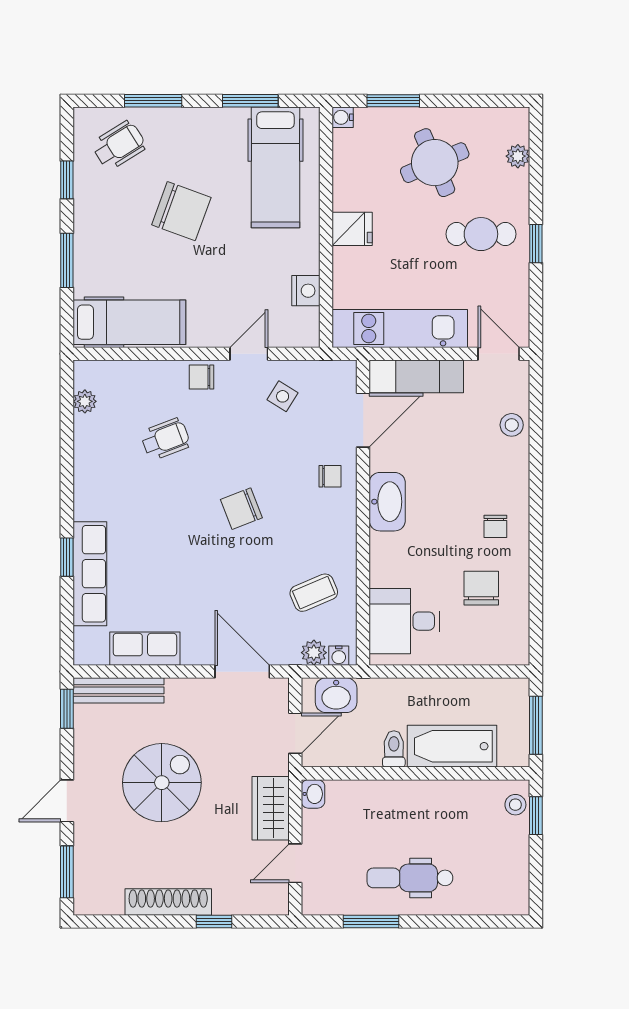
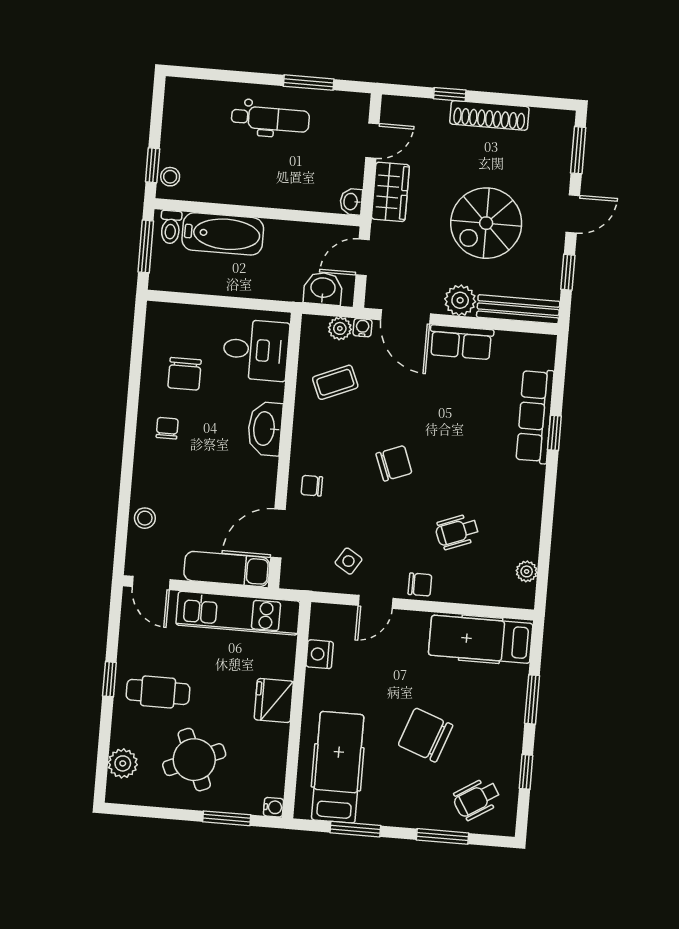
plant: (518, 156) -> (123, 763), width x1.38, depth x1.38
fridge: (352, 229) -> (274, 700), width x1.38
washbasin: (387, 502) -> (265, 429), moved
row of seats: (145, 649) -> (461, 342), moved
water cooler: (339, 656) -> (363, 328), moved
plant: (183, 695) -> (460, 300), added
window: (67, 709) -> (568, 272), moved
toilet: (394, 749) -> (171, 227), moved

